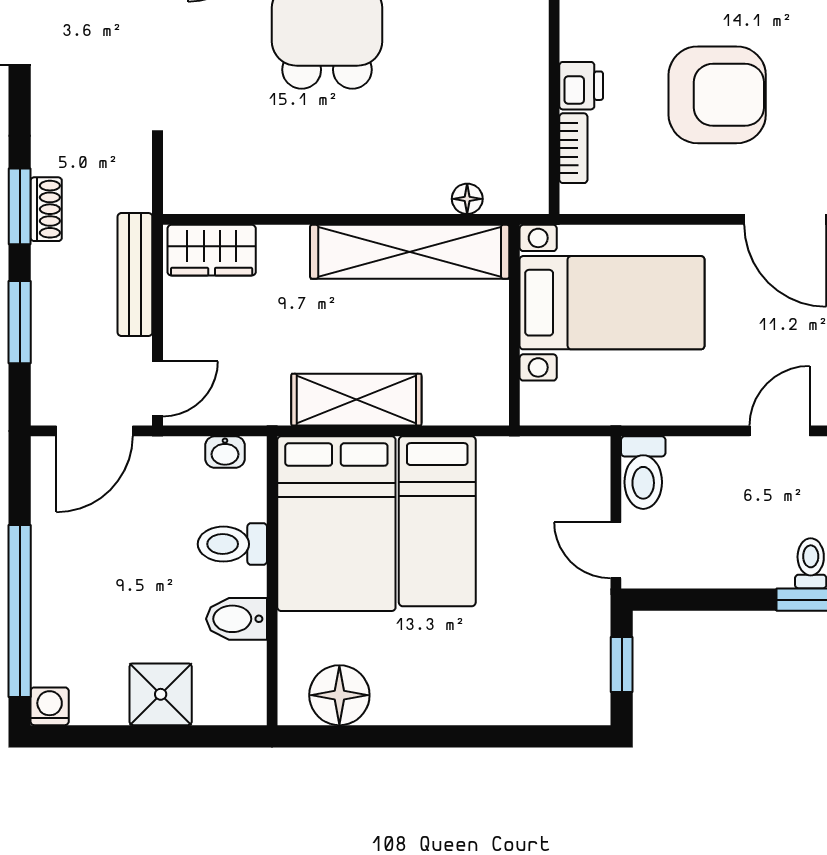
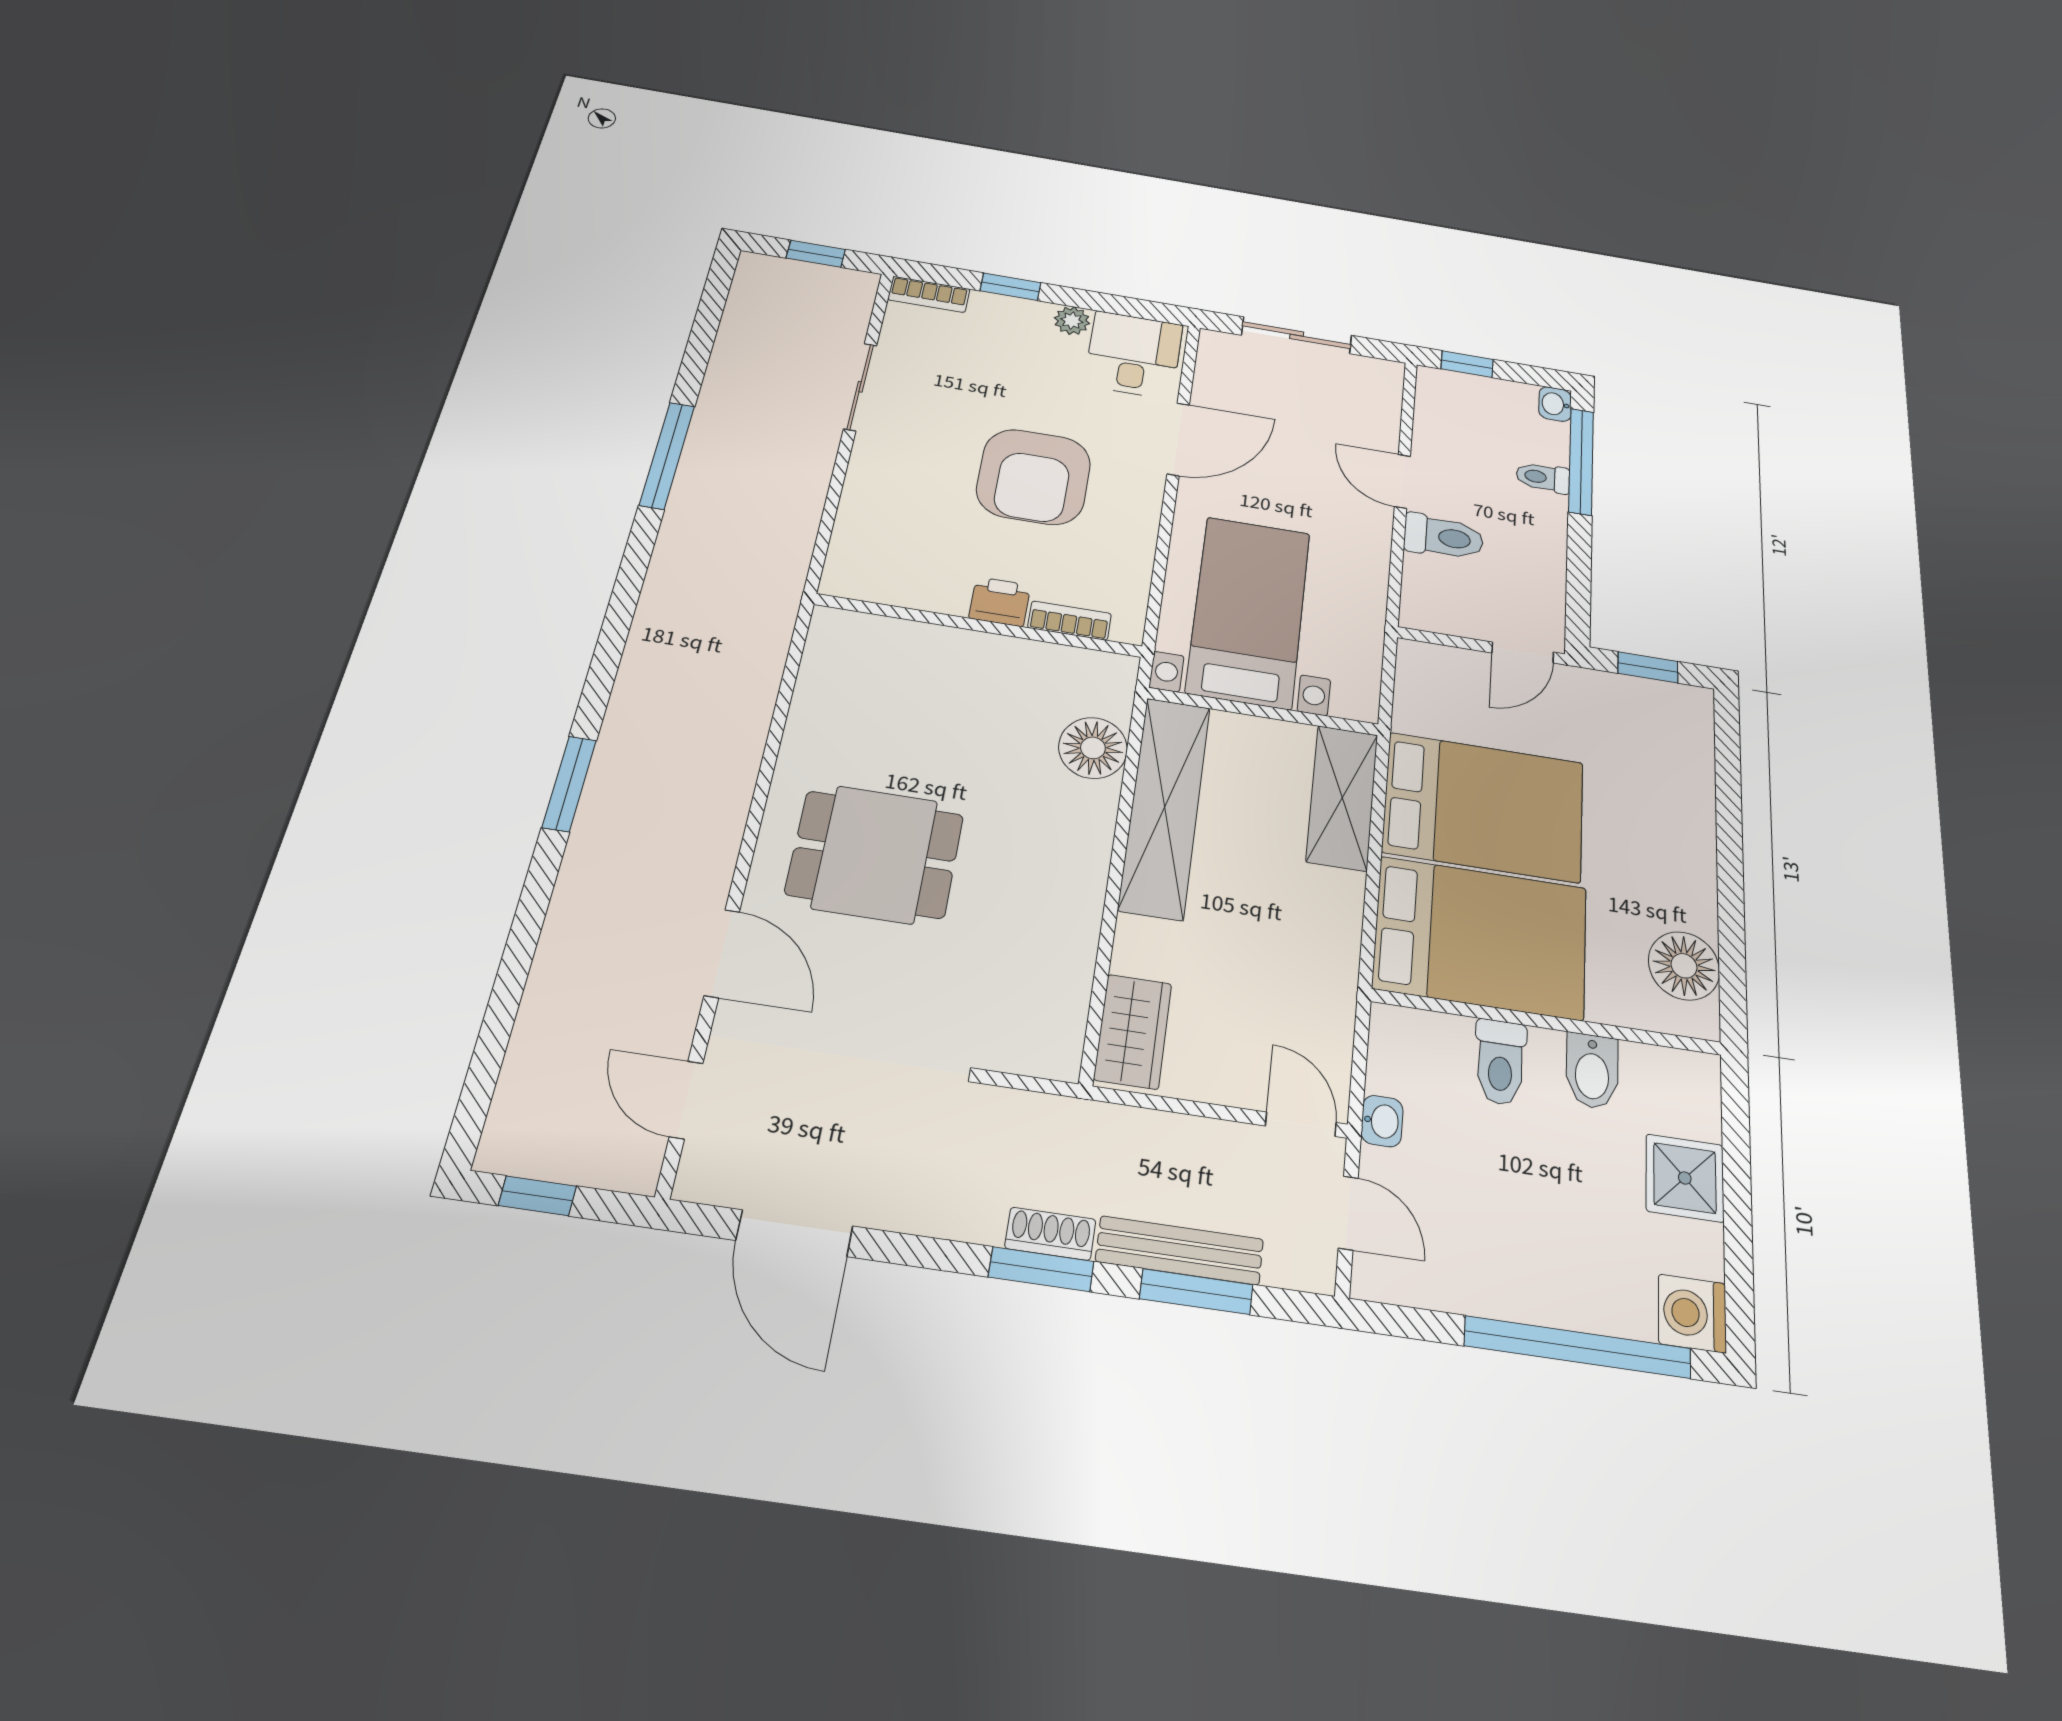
armchair: (717, 95) -> (1034, 477), turned 180
floor lamp: (467, 199) -> (1093, 748), width x1.89, depth x1.89
bench: (135, 275) -> (1180, 1250), moved
shelving: (356, 400) -> (1342, 798), moved
door: (94, 431) -> (1348, 1213), width x0.73
washbasin: (225, 452) -> (1382, 1121), moved
toilet: (643, 473) -> (1444, 537), moved
bed: (437, 521) -> (1484, 807), width x1.50
washing machine: (50, 706) -> (1692, 1313), width x1.38, depth x1.38

